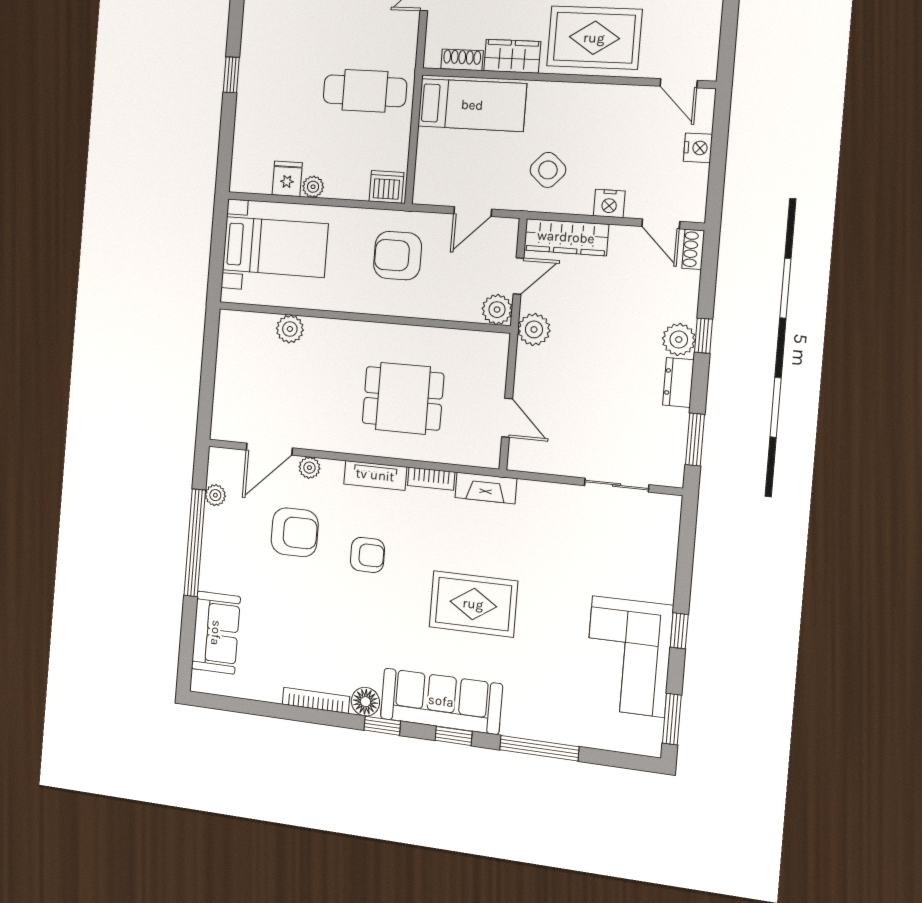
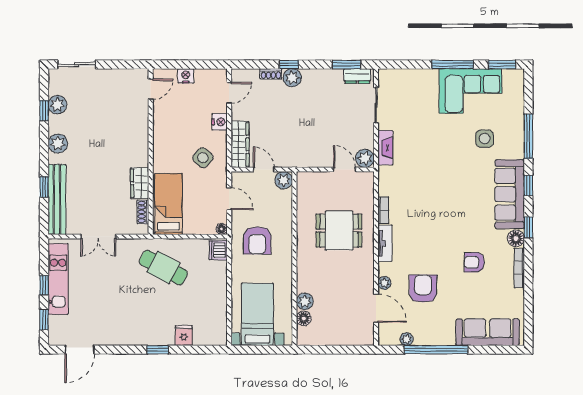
rug: (594, 38) -> (127, 138), removed
cafe table: (365, 91) -> (163, 268), turned -62
fridge: (287, 179) -> (184, 335), moved, turned 90
plant: (313, 187) -> (221, 294), removed
floor lamp: (422, 195) -> (222, 229), added
shoe rack: (693, 249) -> (271, 74), moved
floor lamp: (262, 325) -> (304, 318), added
plant: (534, 329) -> (365, 158), moved
dresser: (678, 382) -> (357, 76), moved
dining table: (403, 398) -> (339, 231), turned 90
door: (507, 418) -> (344, 170), hinge flipped
fireplace: (486, 488) -> (385, 148), moved
armchair: (367, 555) -> (474, 262), moved, turned -90
rug: (473, 604) -> (452, 180), removed
window: (679, 631) -> (453, 65), width x2.17
sofa: (216, 633) -> (488, 332), width x1.36
side table: (541, 670) -> (485, 139), added

